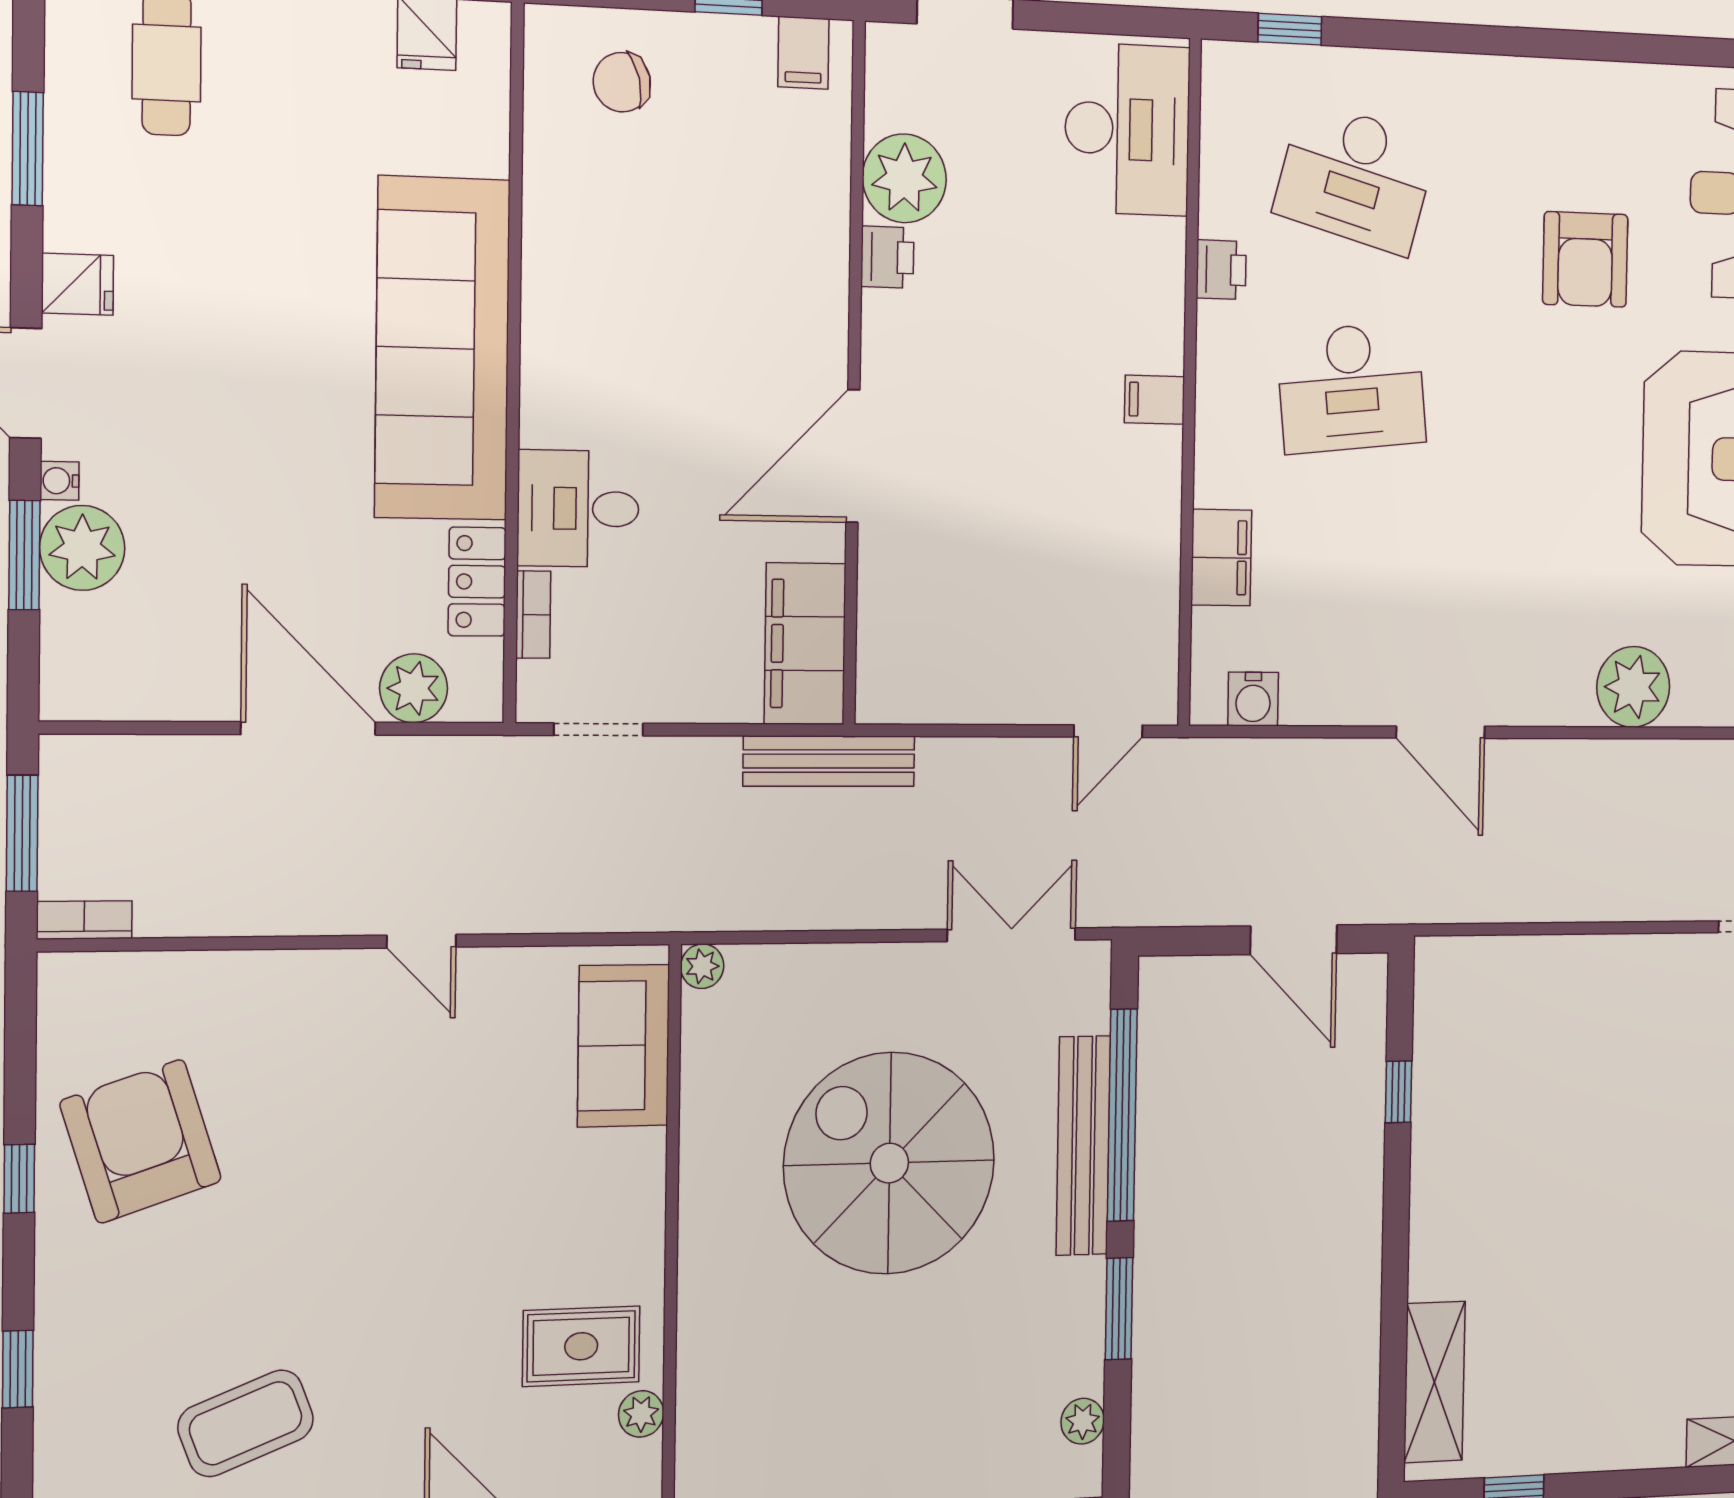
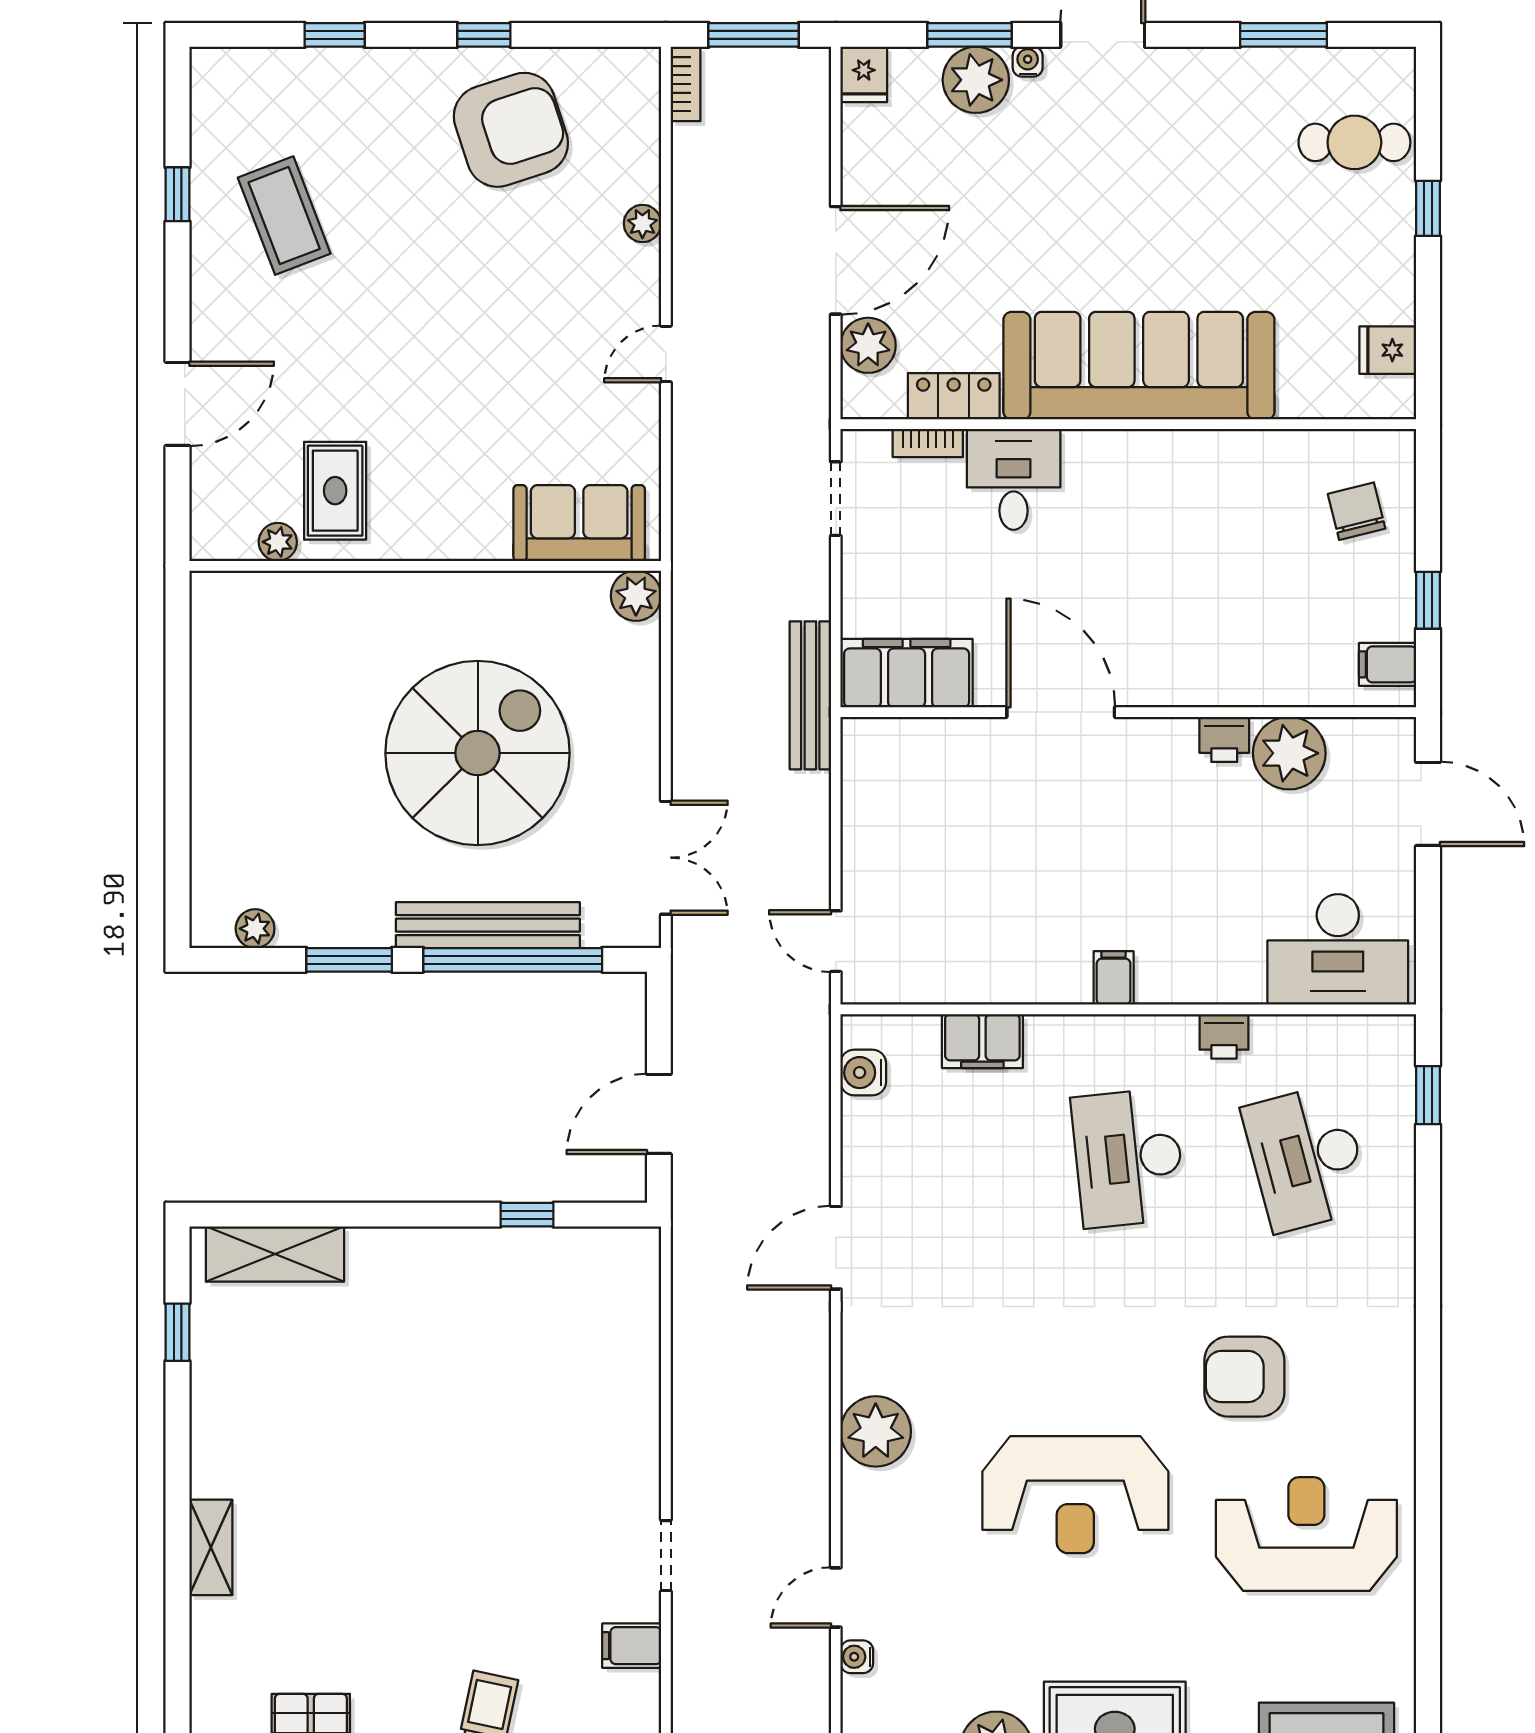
desk: (1355, 177) -> (1306, 1158), turned -30
fridge: (78, 284) -> (864, 74), moved
plant: (702, 966) -> (636, 596), width x1.38, depth x1.38
plant: (260, 973) -> (642, 224), added

